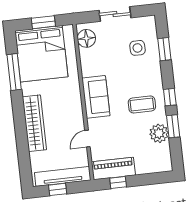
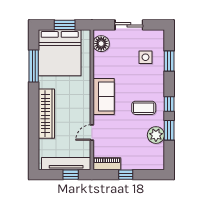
piano: (113, 168) -> (107, 164), width x0.73, depth x0.75
window: (118, 183) -> (126, 175), moved
window: (58, 189) -> (71, 175), moved

